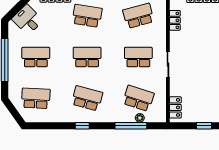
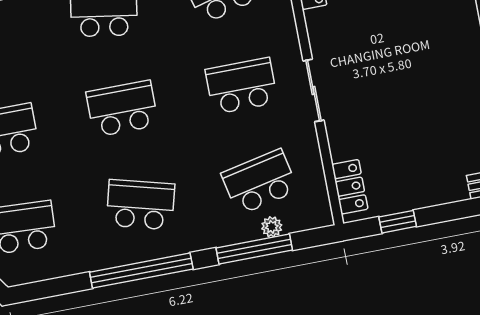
school desk: (138, 98) -> (260, 182), turned -30
window: (82, 126) -> (141, 271), width x3.17
window: (204, 126) -> (398, 222), moved

